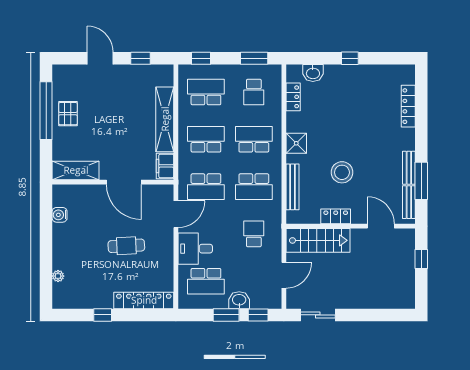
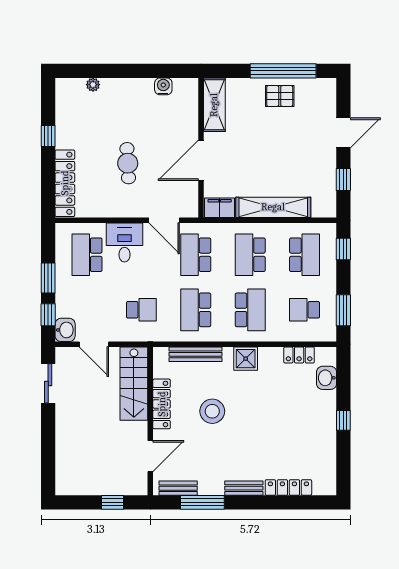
school desk: (206, 139) -> (250, 255), turned 180
bench: (409, 168) -> (244, 488), moved
locker: (336, 216) -> (162, 404), width x1.53
washbasin: (239, 300) -> (65, 330), moved

